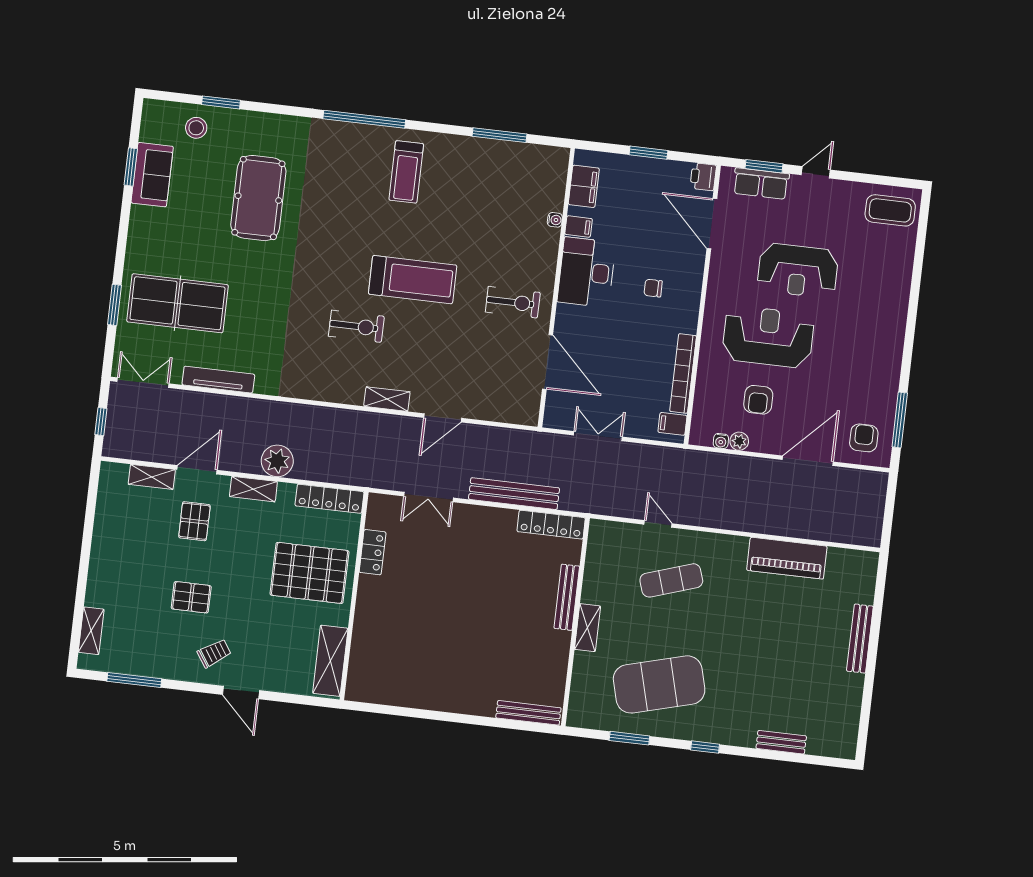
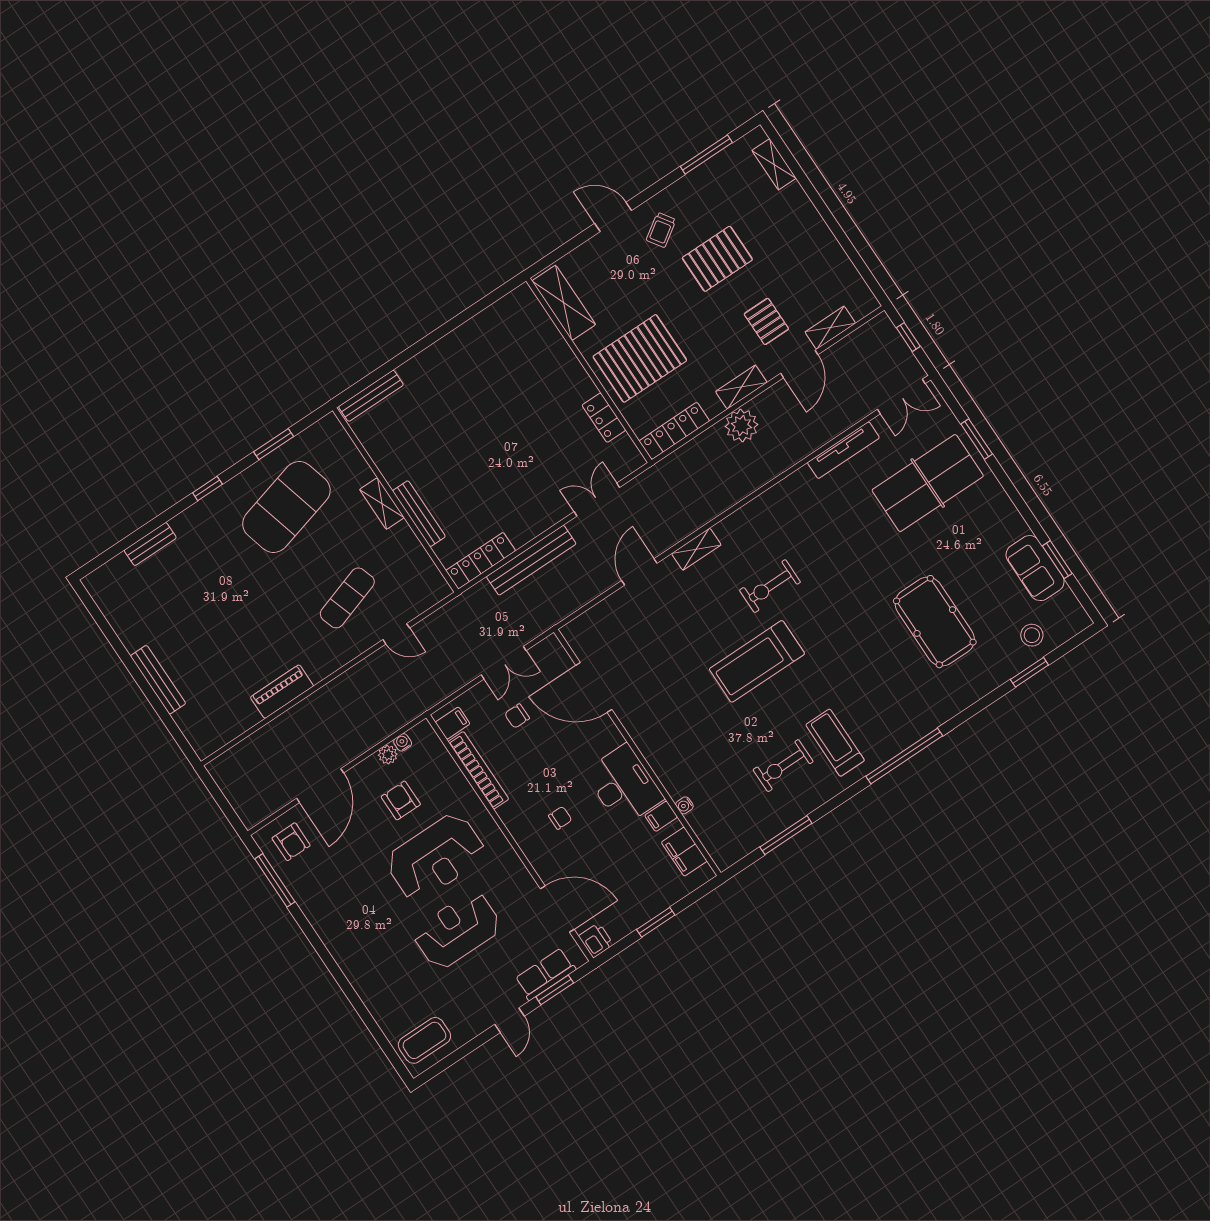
exercise bike: (513, 302) -> (783, 766), moved
chair: (621, 389) -> (517, 716), added
piano: (787, 558) -> (282, 692), width x0.73, depth x0.75
pallet: (191, 597) -> (717, 259), width x1.50, depth x1.42

